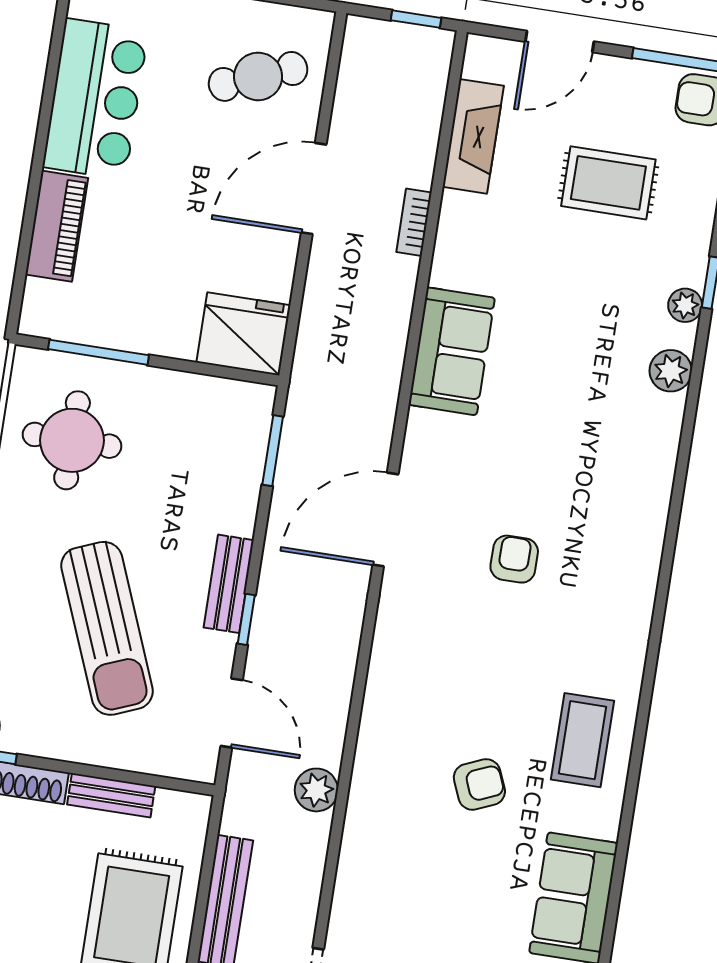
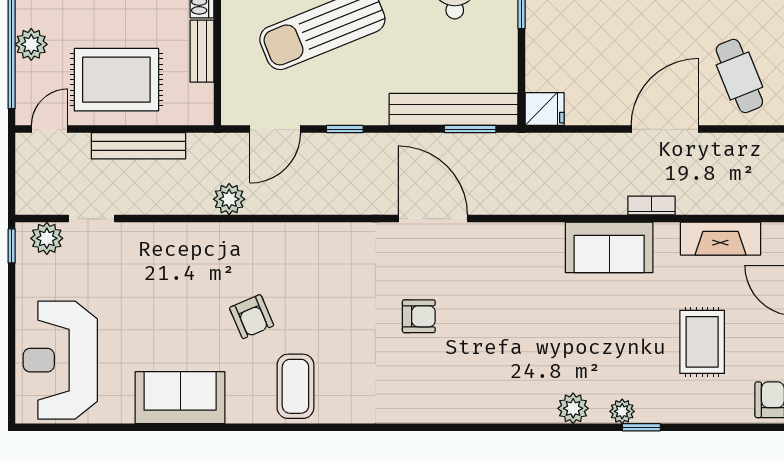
door: (314, 189) -> (665, 129), hinge flipped
fridge: (243, 334) -> (545, 109), width x0.53, depth x0.75
sofa: (452, 351) -> (609, 247), moved
bench: (229, 584) -> (454, 109), moved, width x1.86, depth x1.21
coffee table: (583, 740) -> (295, 386), turned 90

